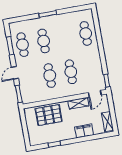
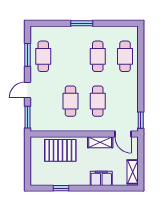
cafe table: (44, 41) -> (98, 56), moved
door: (95, 94) -> (123, 134), hinge flipped

